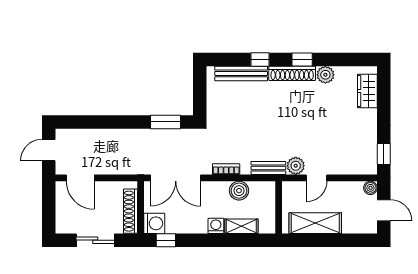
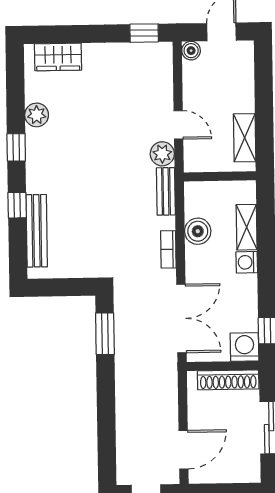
shoe rack: (292, 73) -> (35, 161), removed
shelving: (315, 223) -> (245, 138), width x0.67, depth x0.75

